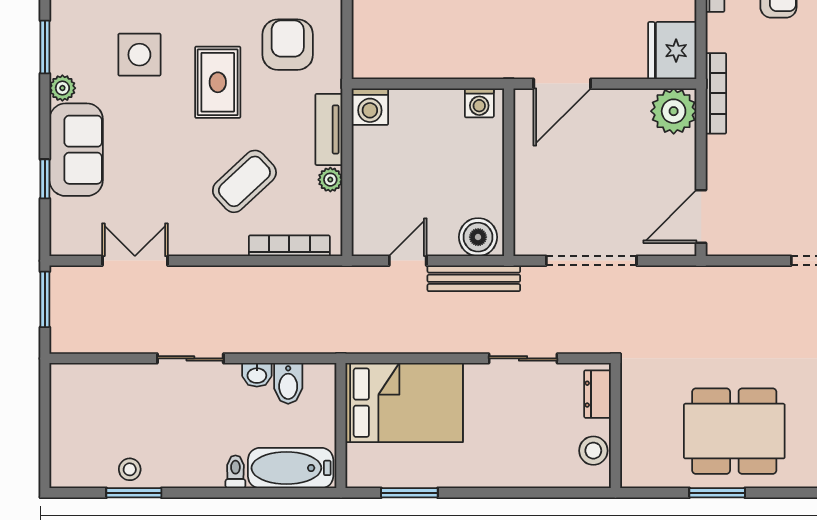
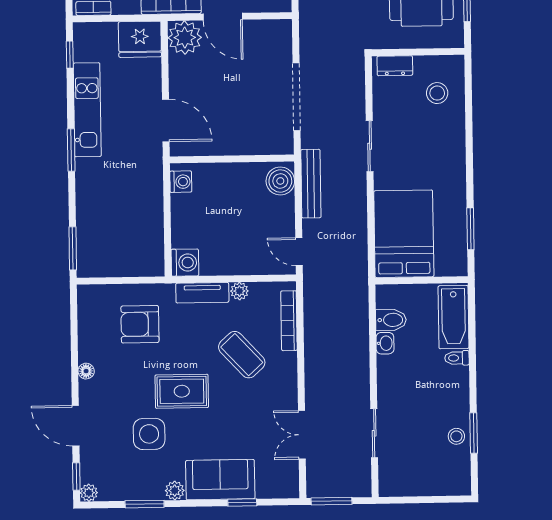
rug: (218, 82) -> (182, 391), moved
door: (701, 216) -> (223, 17), moved
door: (408, 261) -> (299, 252), moved
sliding door: (190, 358) -> (374, 433), moved
dresser: (598, 394) -> (395, 66), moved
wall: (616, 426) -> (418, 52), moved

